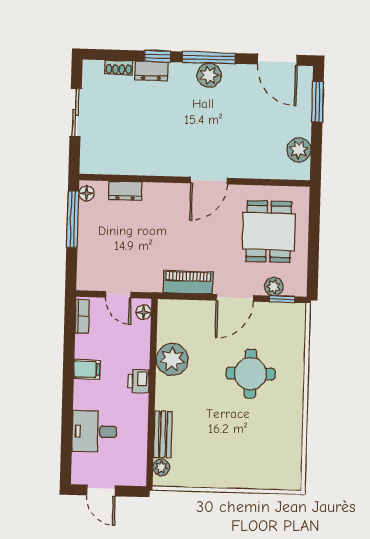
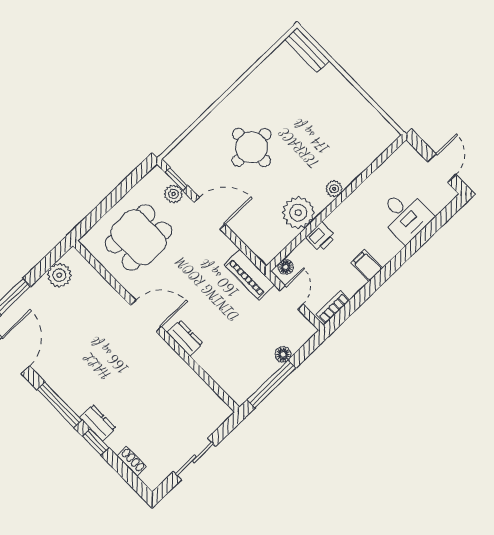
dresser: (151, 71) -> (98, 423), moved
plant: (209, 75) -> (72, 392), removed
dresser: (125, 191) -> (185, 338), moved
floor lamp: (86, 193) -> (283, 354), moved
piano: (188, 282) -> (249, 275), moved
printer: (139, 381) -> (321, 237), moved
bench: (163, 434) -> (307, 50), moved, turned 90
plant: (161, 467) -> (334, 189), moved

